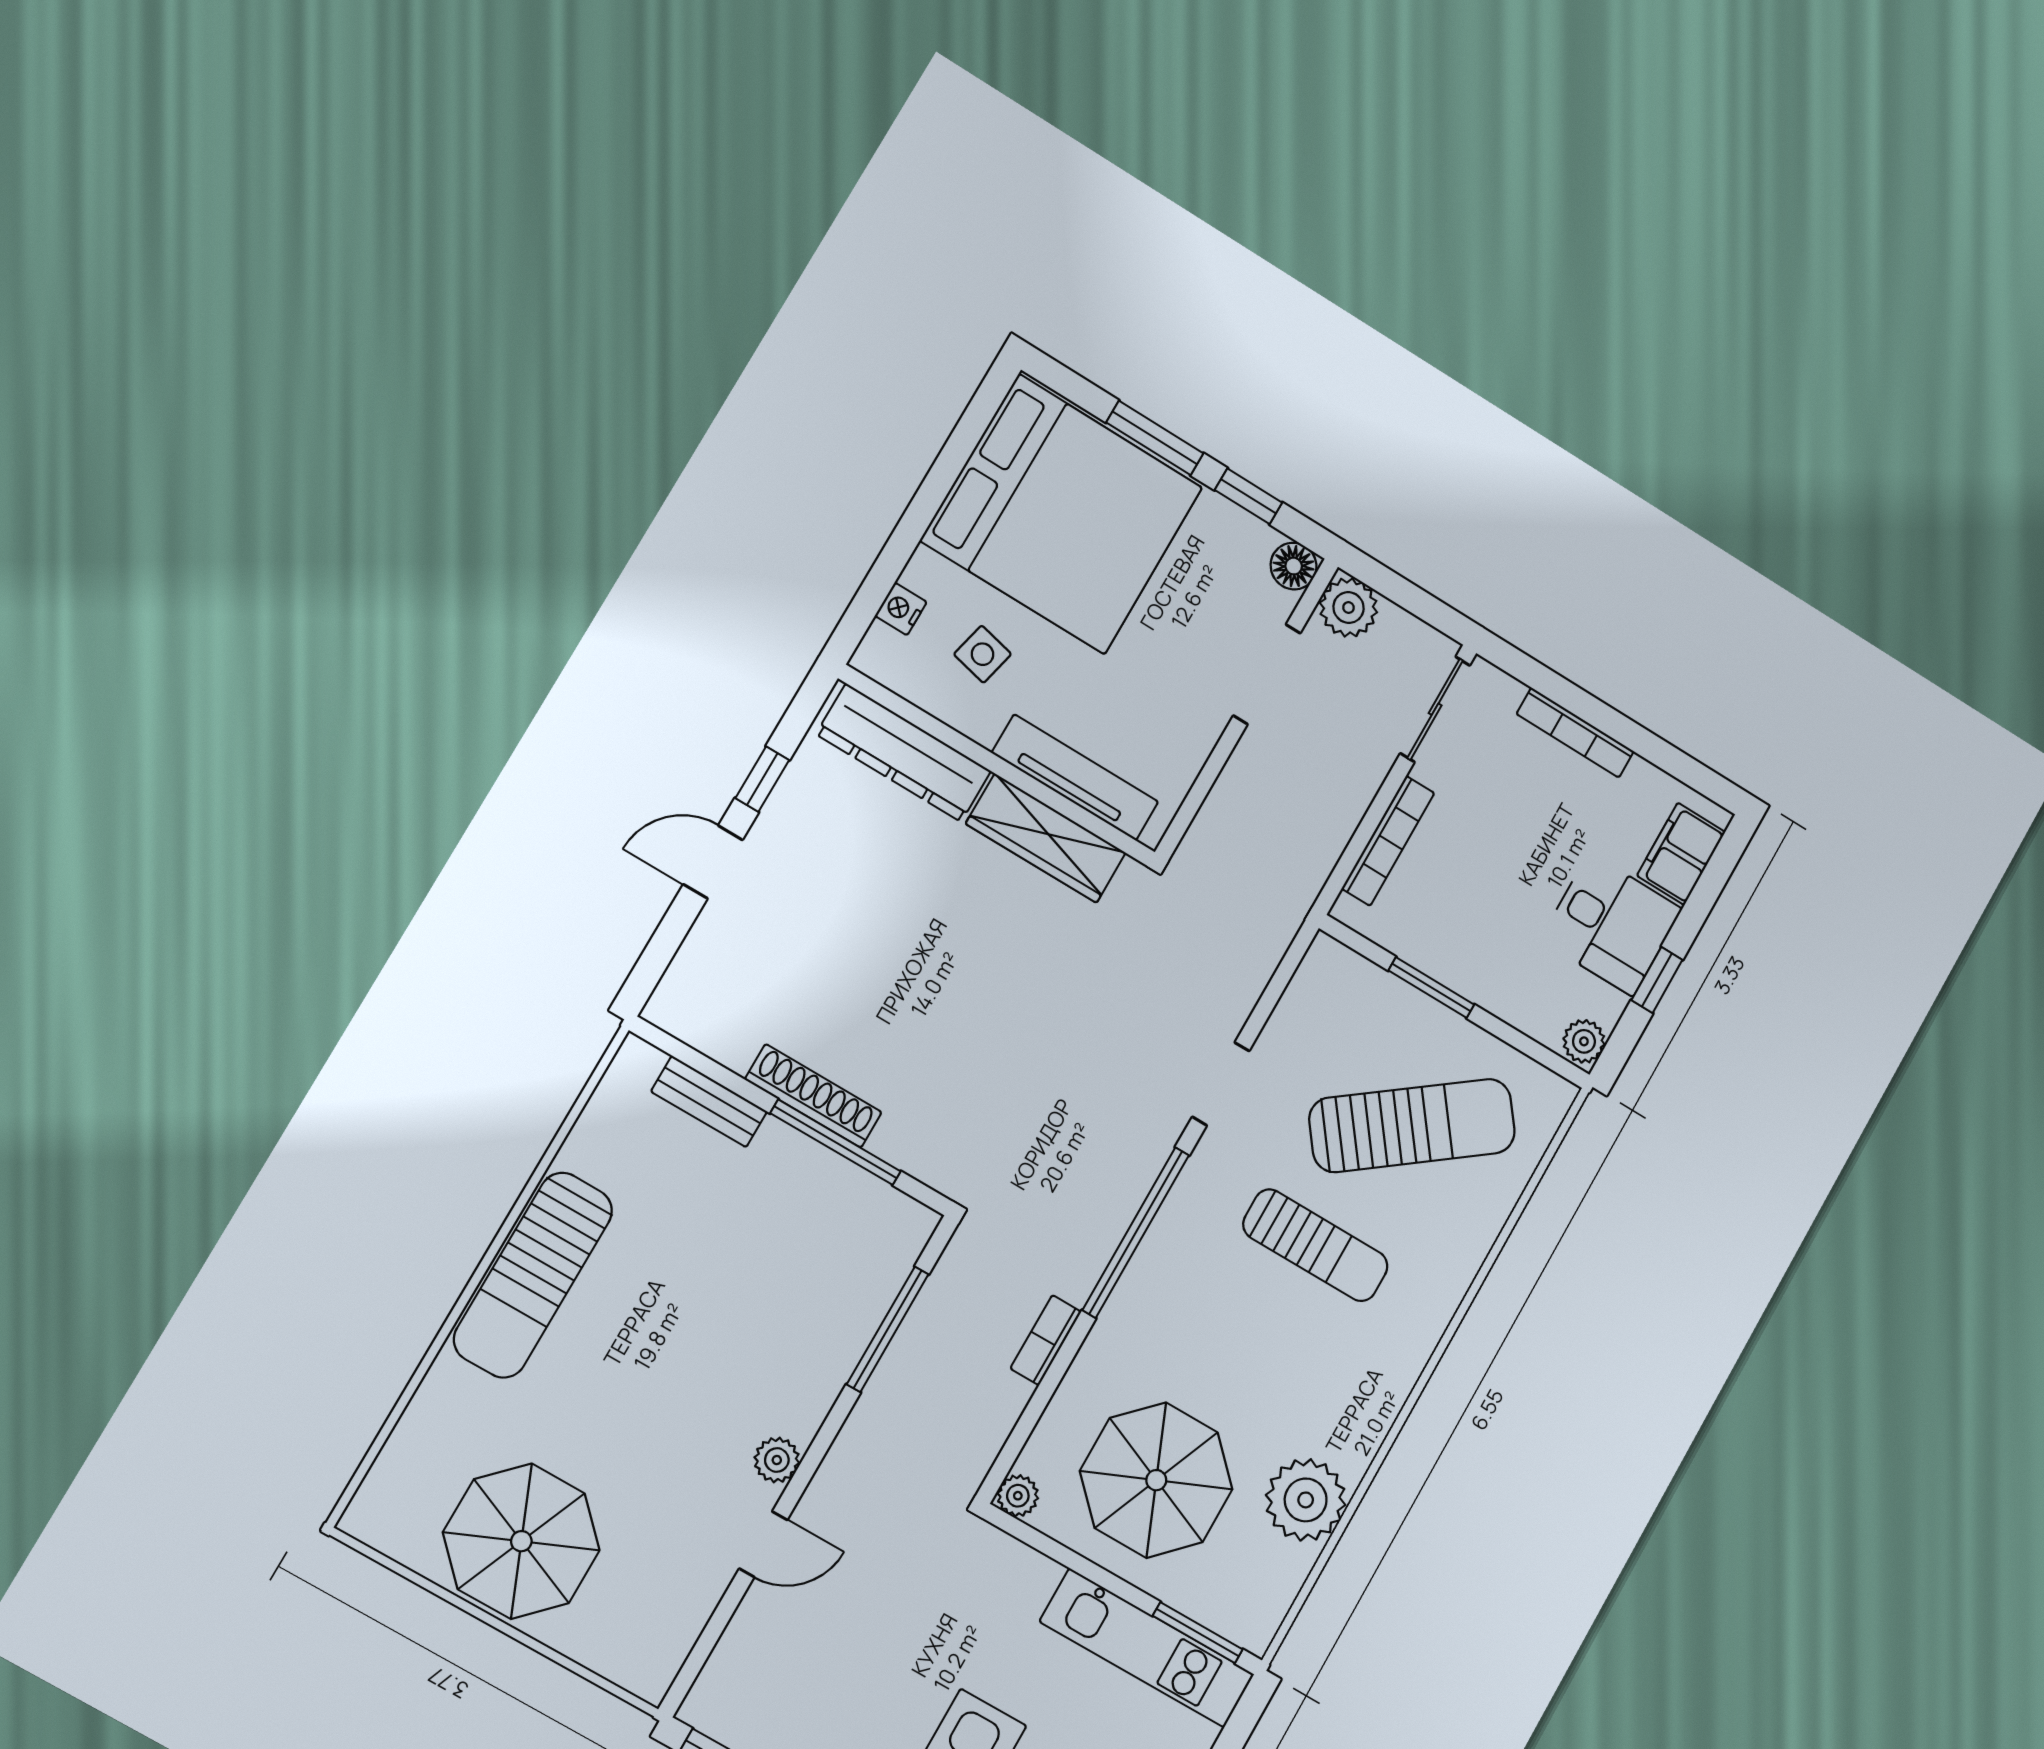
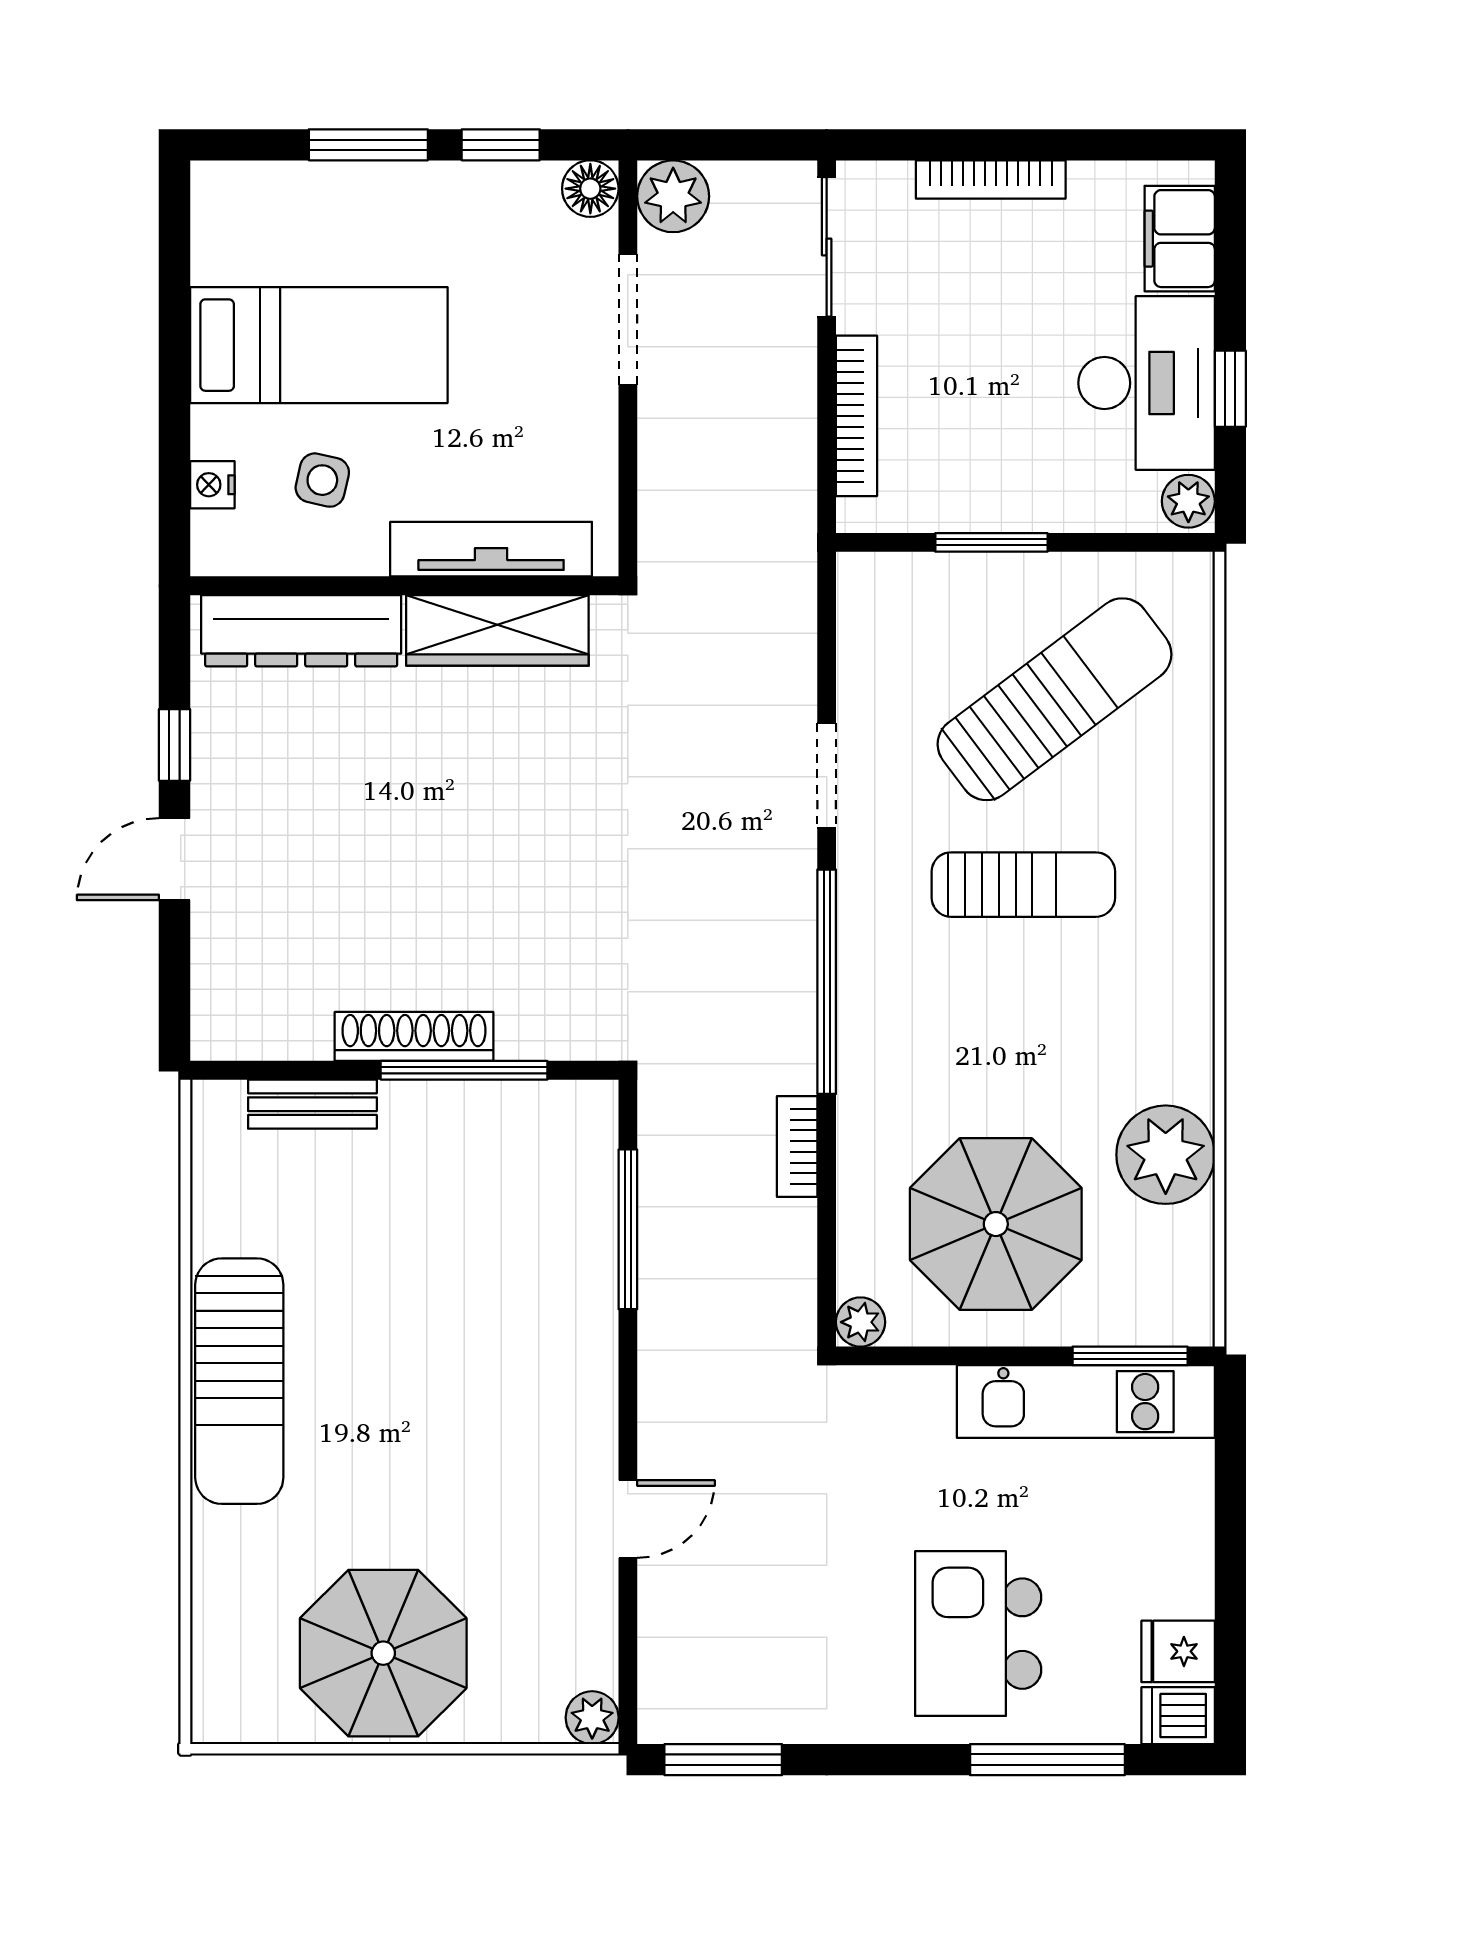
bed: (1062, 514) -> (319, 345), width x0.49
desk: (1611, 924) -> (1147, 383), width x1.37
plant: (777, 1460) -> (592, 1718), moved

